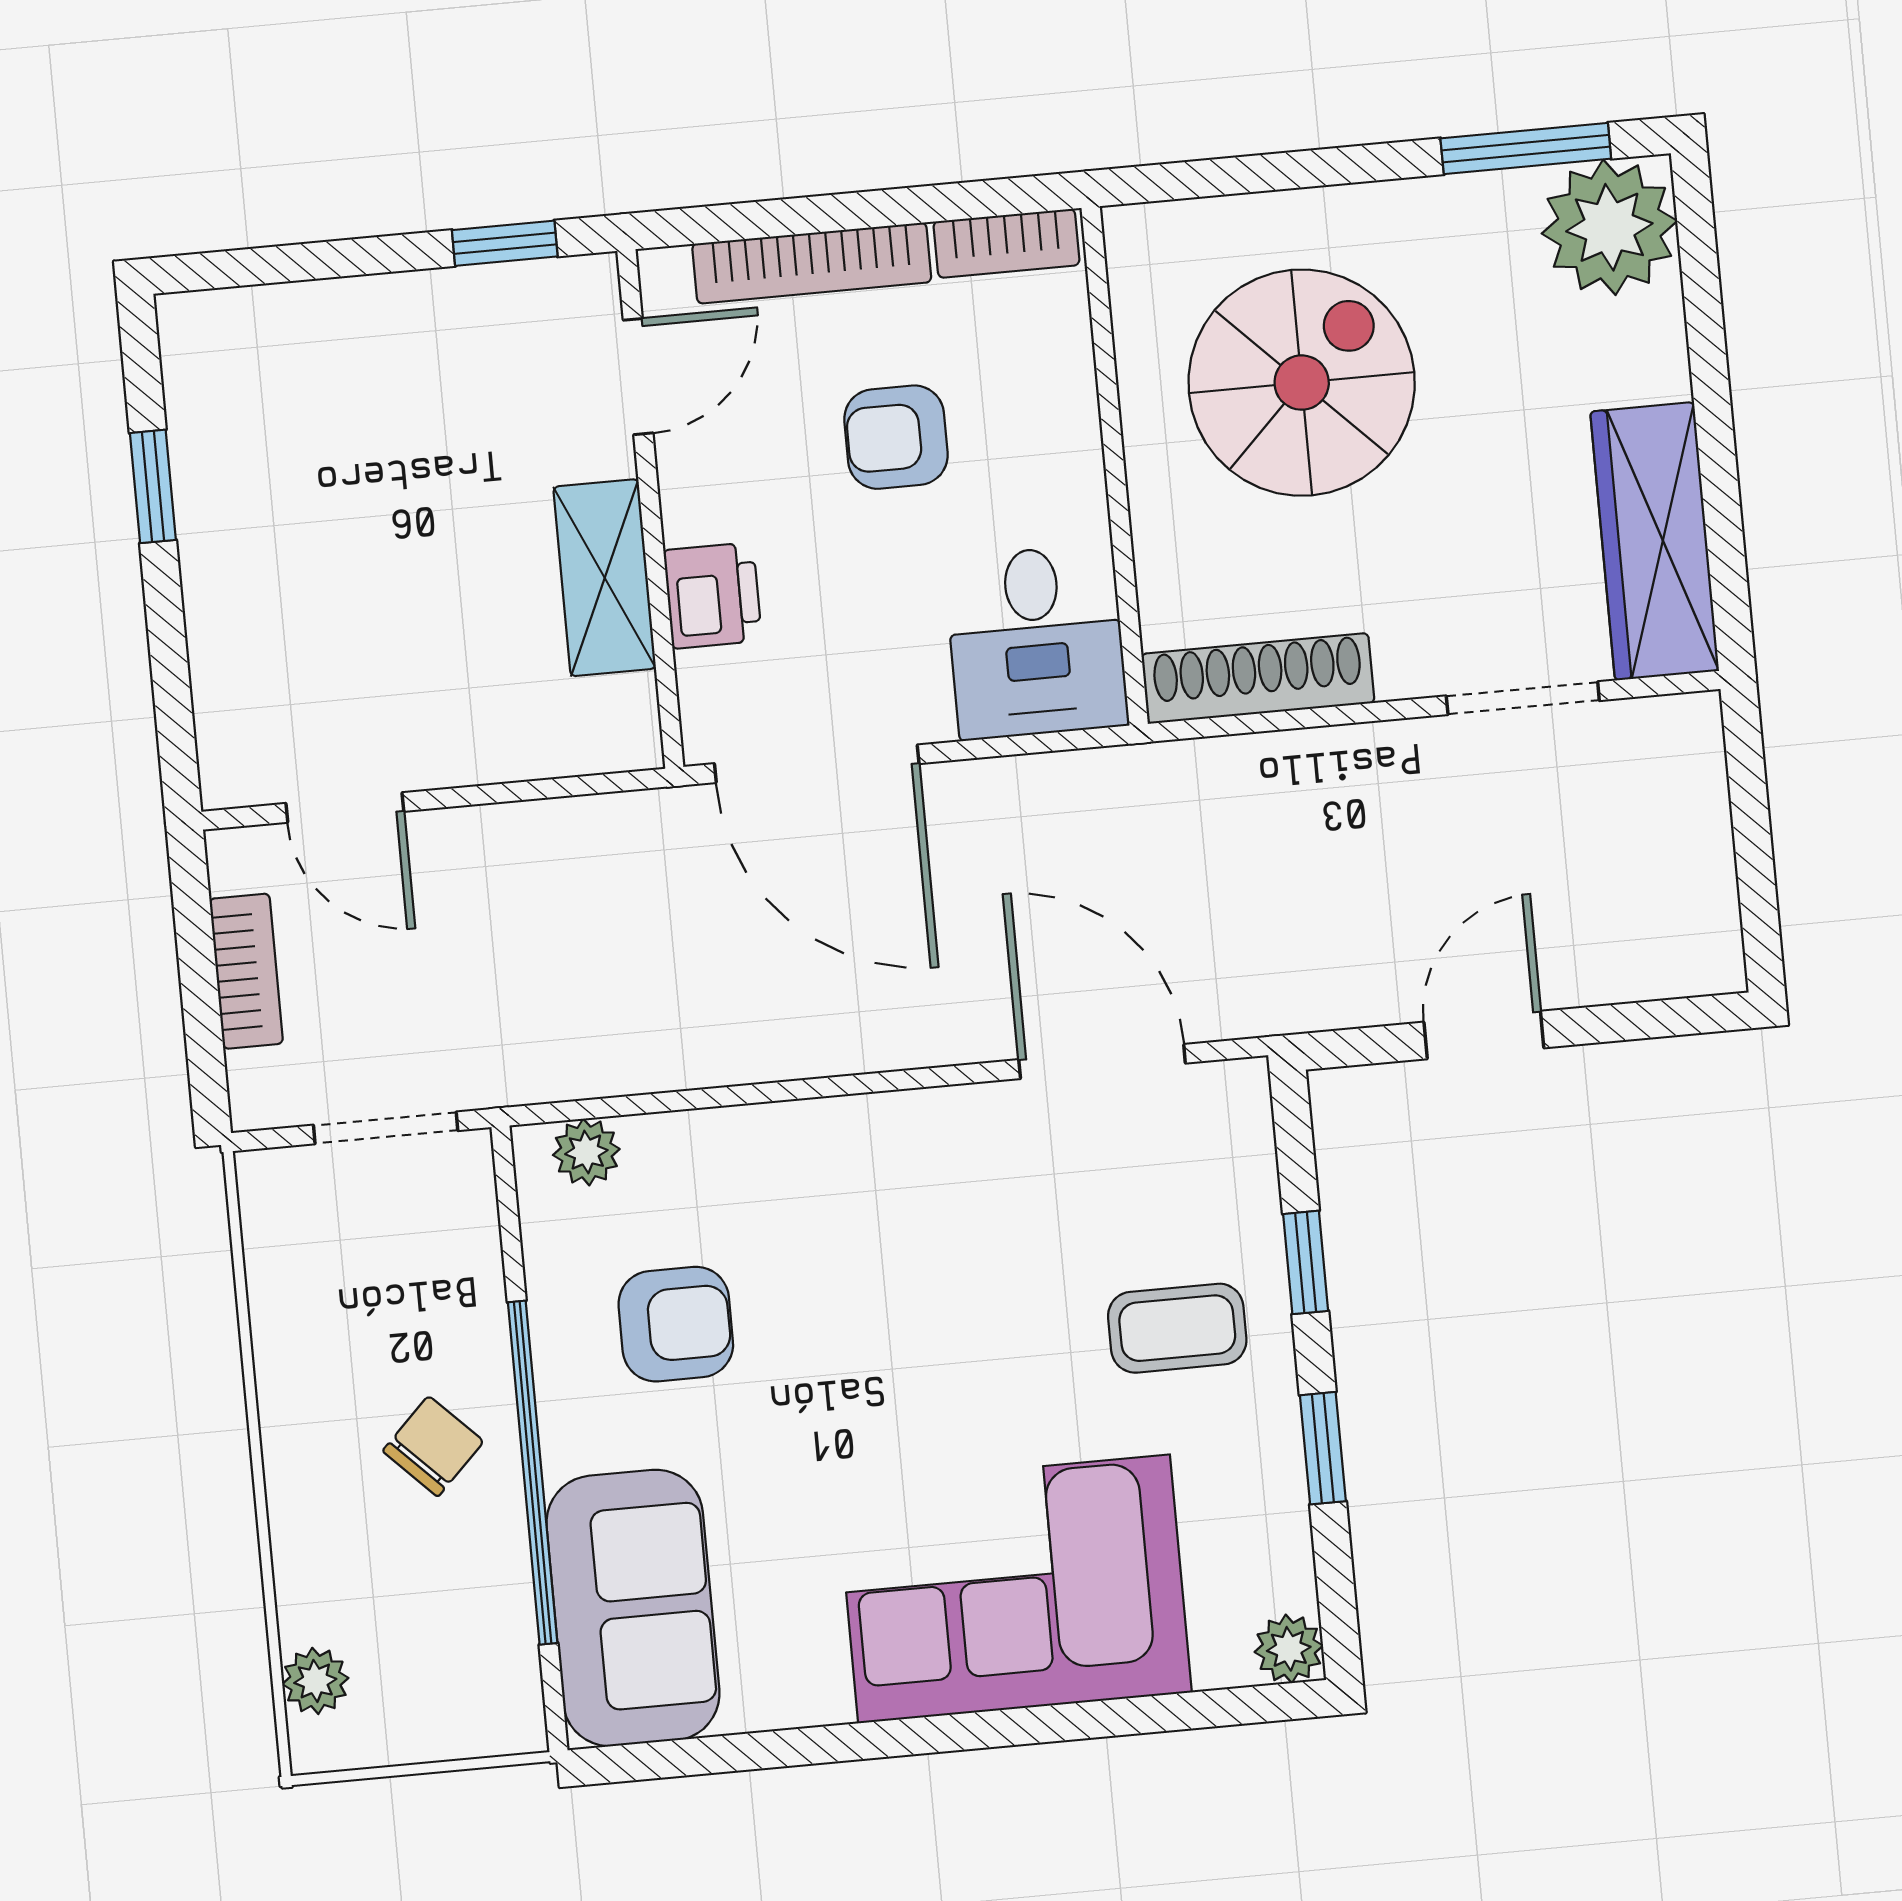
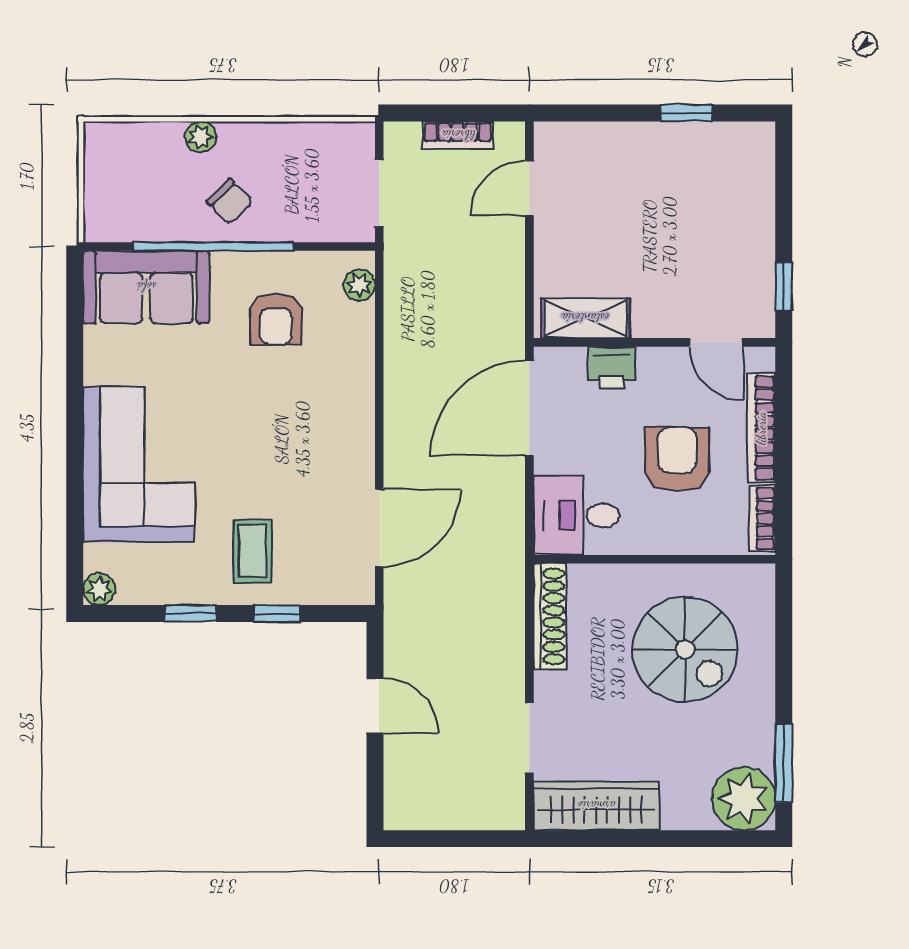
armchair: (896, 437) -> (677, 459), width x1.38, depth x1.38
shelving: (605, 578) -> (585, 318), moved
plant: (315, 1681) -> (200, 137), moved

